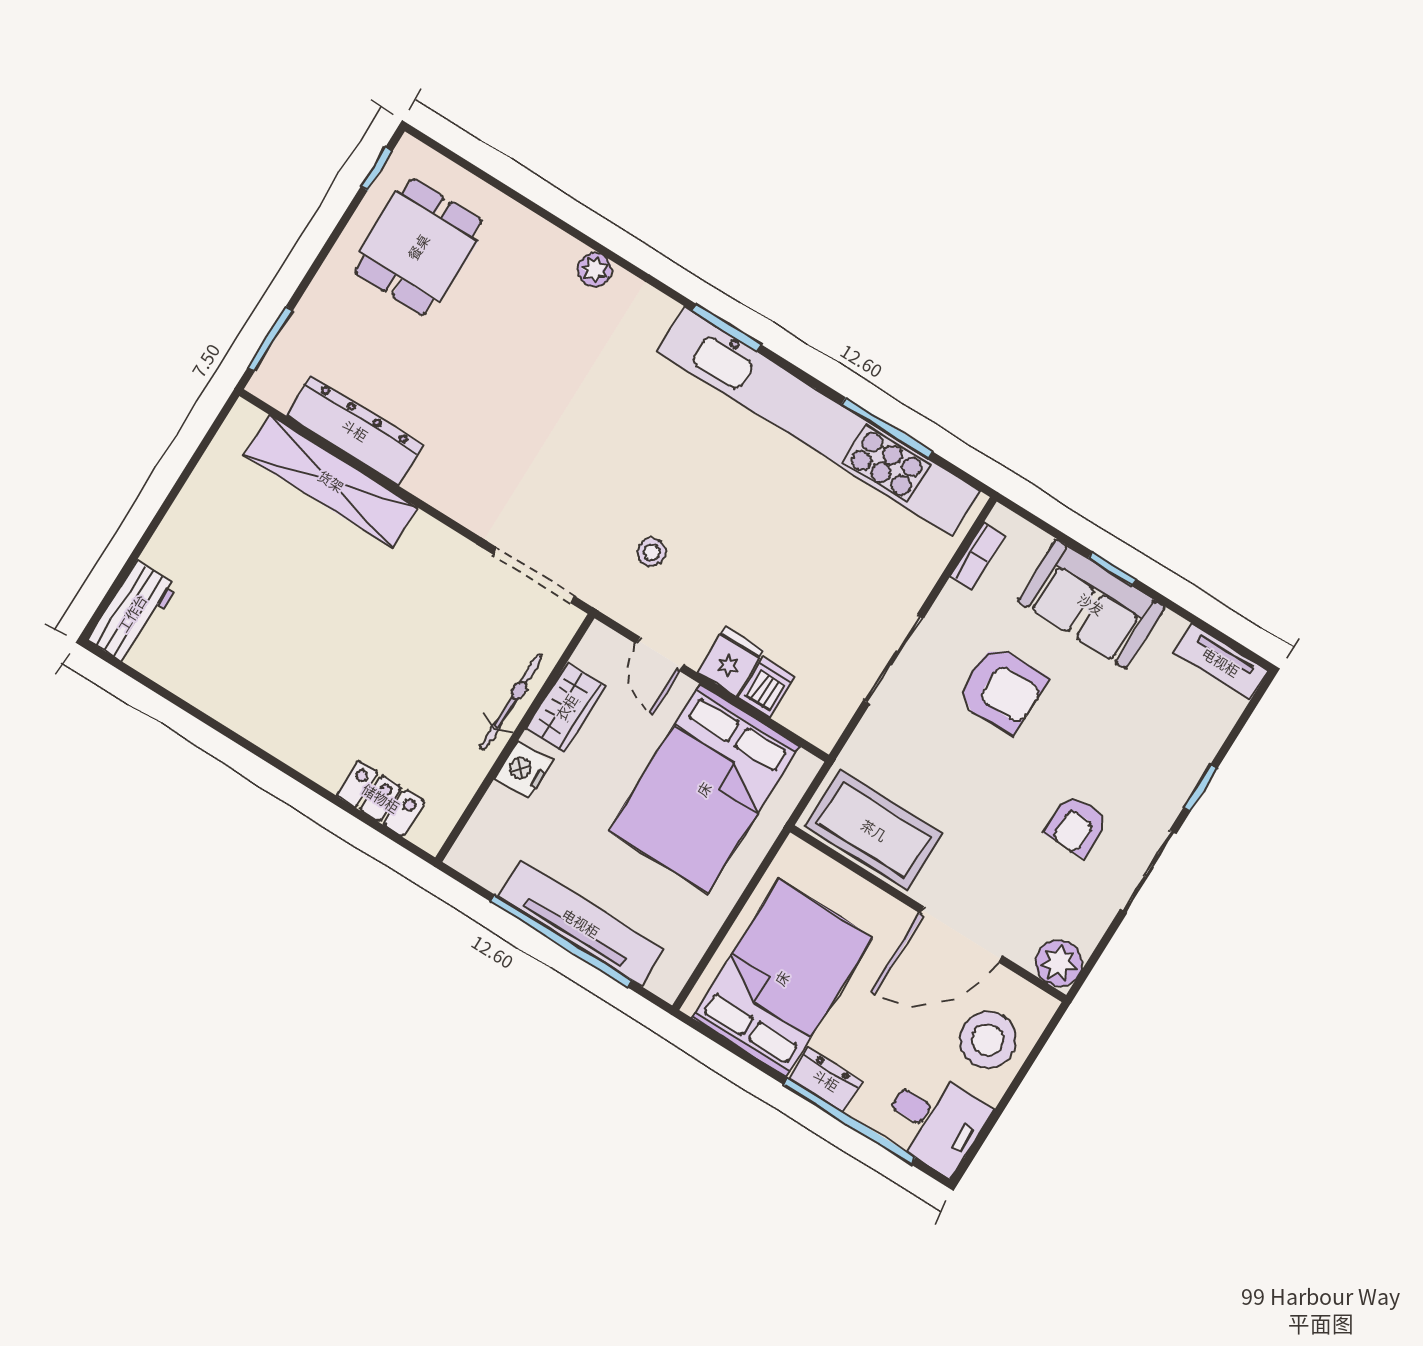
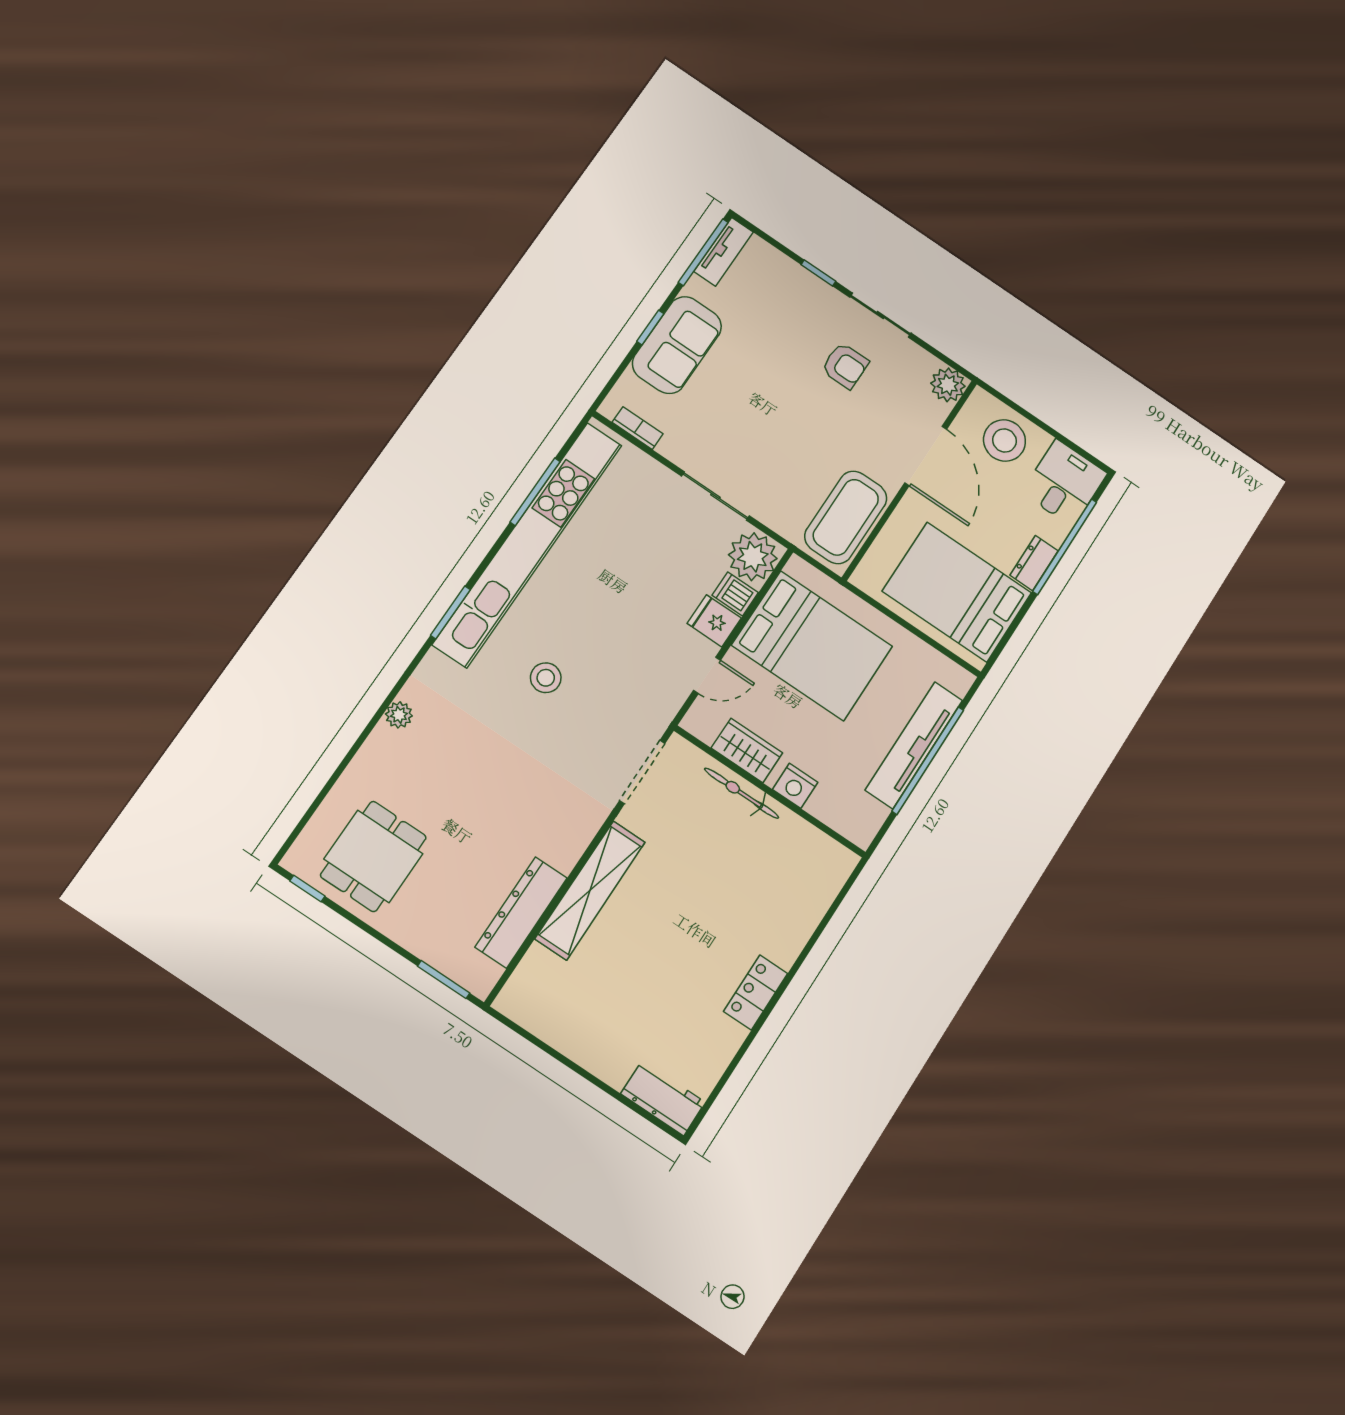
dining table: (418, 247) -> (373, 856), turned 90
shelving: (331, 481) -> (590, 890), moved
stool: (652, 552) -> (546, 678), moved, width x1.37, depth x1.37
window: (1218, 635) -> (703, 252), added
armchair: (1002, 689) -> (740, 415), removed
plant: (816, 709) -> (753, 557), added
locker: (381, 798) -> (756, 992), moved

